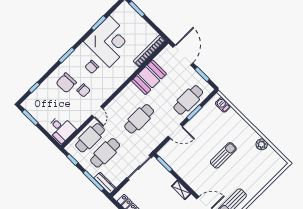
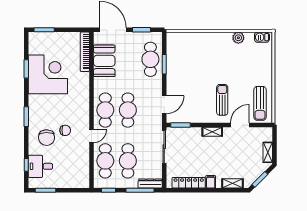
chair: (92, 67) -> (54, 107), removed
booth: (149, 77) -> (104, 61), moved
cafe table: (124, 104) -> (105, 110), added
barbecue: (223, 105) -> (262, 37), moved
door: (97, 112) -> (91, 136), hinge flipped
desk: (61, 129) -> (40, 166), moved, turned 180
door: (175, 131) -> (164, 105), moved
sun lounger: (223, 155) -> (222, 100), moved

